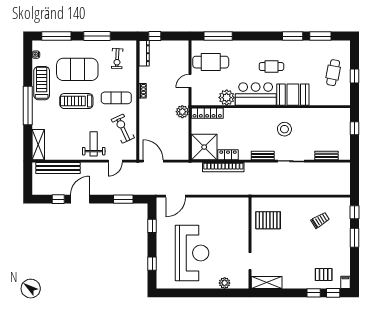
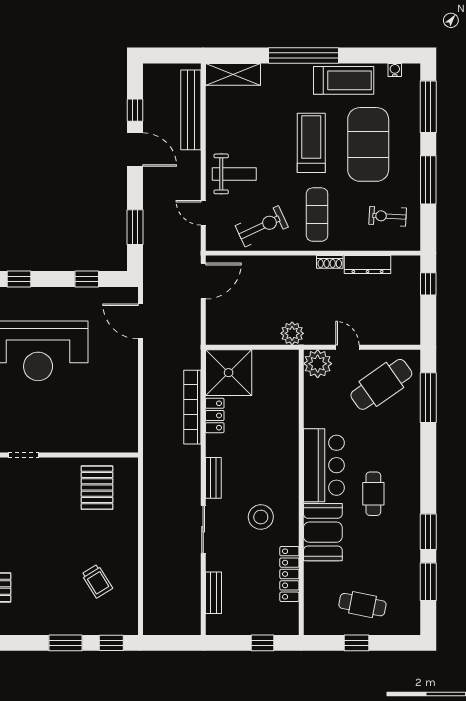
dresser: (144, 53) -> (368, 265), moved
cafe table: (211, 62) -> (381, 384), turned 55
plant: (227, 98) -> (318, 364), moved
locker: (207, 113) -> (289, 574), moved

